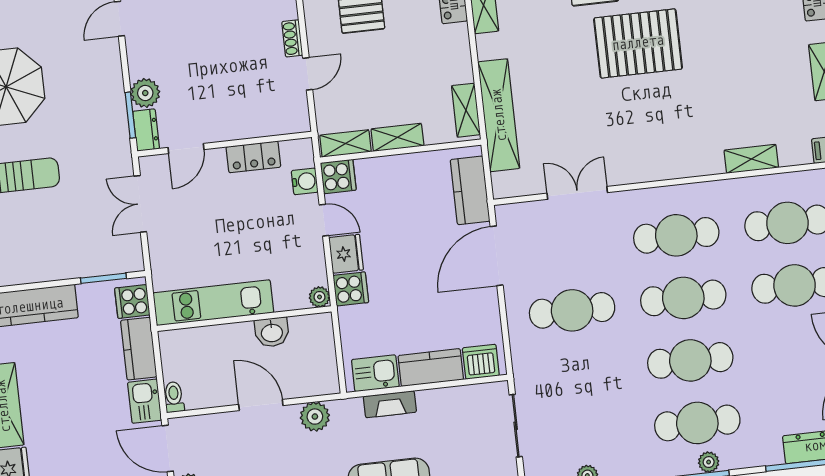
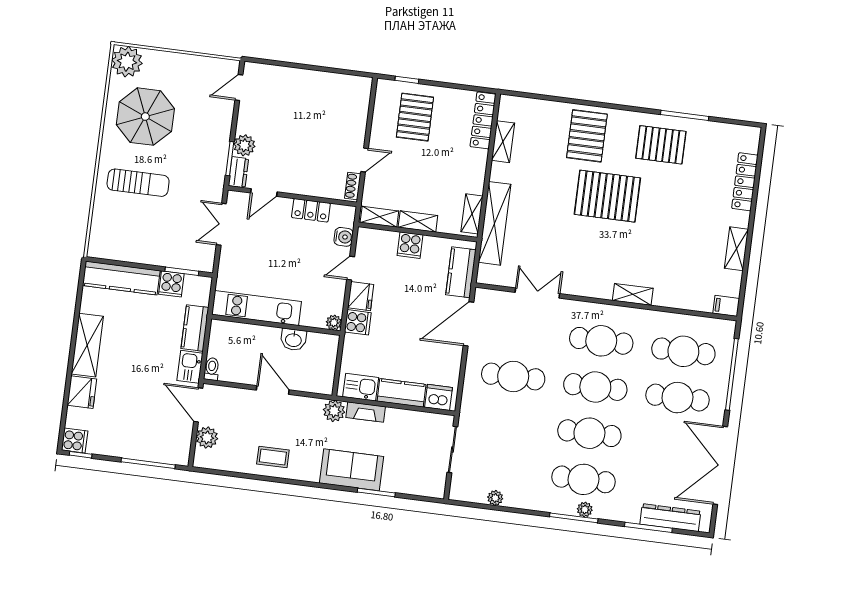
shoe rack: (292, 38) -> (353, 186), moved
shelving: (751, 159) -> (633, 294), moved
cooker: (338, 176) -> (410, 245), moved, turned 90
door: (324, 220) -> (351, 268), swing flipped
cooker: (132, 302) -> (171, 284), moved, turned -90
plant: (315, 417) -> (334, 411), moved

